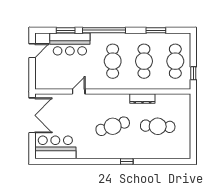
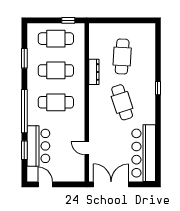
door: (79, 92) -> (87, 148), moved
bar counter: (55, 147) -> (144, 153), width x1.36

